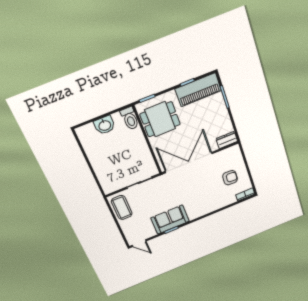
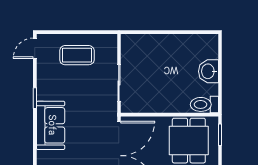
coffee table: (122, 207) -> (77, 55), moved
sofa: (170, 220) -> (51, 125), moved

